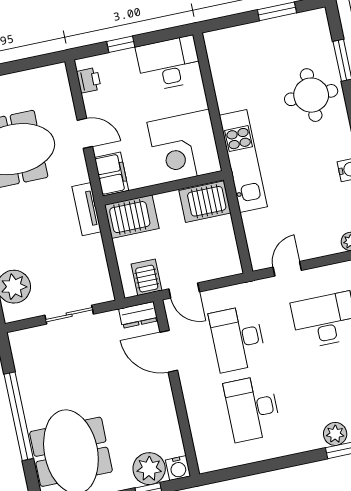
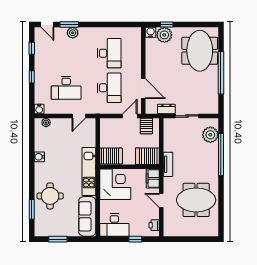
sofa: (227, 70) -> (87, 216), added
door: (184, 290) -> (130, 116), hinge flipped
dresser: (138, 315) -> (166, 109), moved

